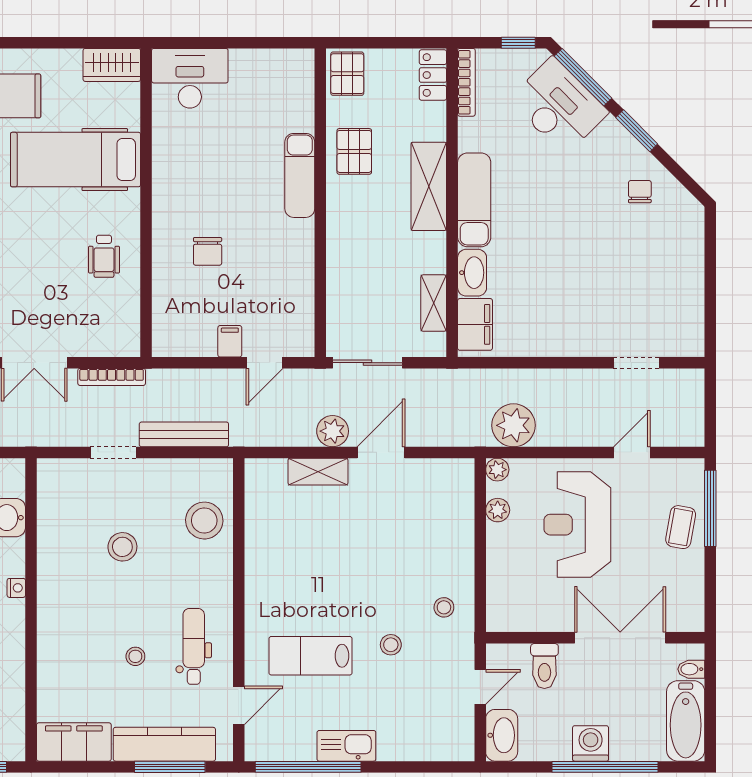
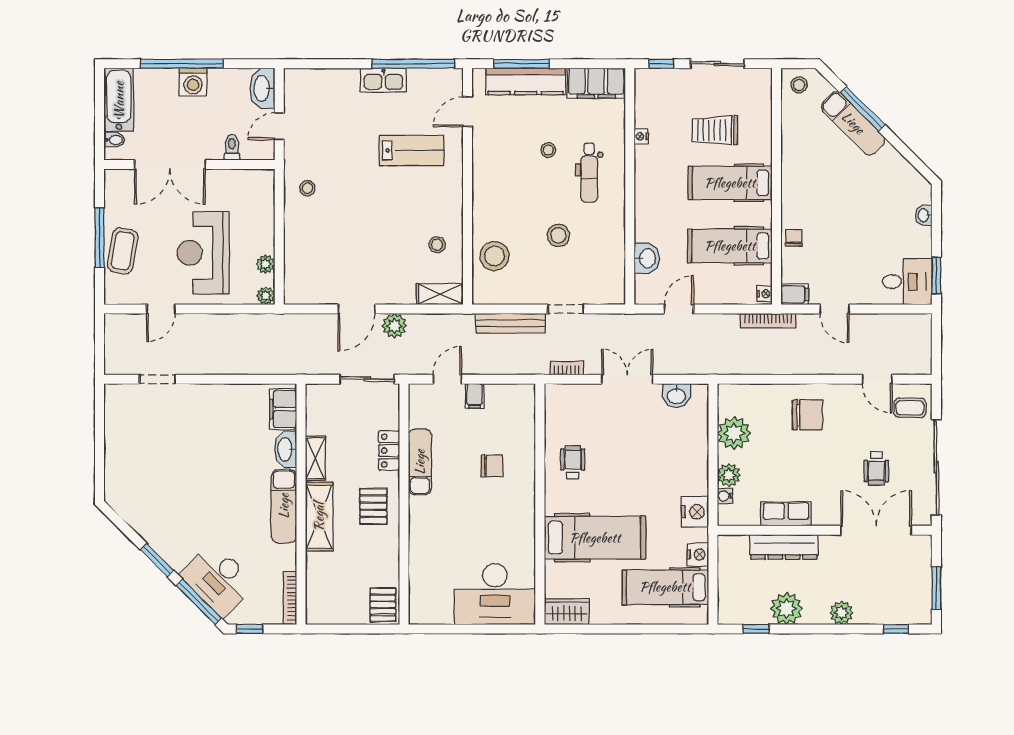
locker: (433, 75) -> (389, 451), moved, turned 180
desk: (190, 78) -> (495, 594), width x1.36, depth x1.30
pallet: (354, 151) -> (373, 506), moved
exam couch: (300, 175) -> (420, 462), moved
chair: (640, 192) -> (155, 513), removed
chair: (208, 251) -> (492, 466), turned 90
shelving: (434, 303) -> (315, 458), moved
bookcase: (112, 377) -> (567, 368), width x0.64
plant: (514, 425) -> (253, 330), removed
shelving: (318, 472) -> (440, 294), moved
window: (710, 508) -> (100, 237), moved
reception desk: (577, 525) -> (203, 253), turned 180
coffee table: (681, 527) -> (123, 251), width x1.36, depth x1.30
nightstand: (16, 588) -> (641, 136), moved
stool: (391, 645) -> (437, 245), moved
dental chair: (194, 646) -> (589, 173), moved
toilet: (544, 666) -> (232, 147), width x0.73, depth x0.72

